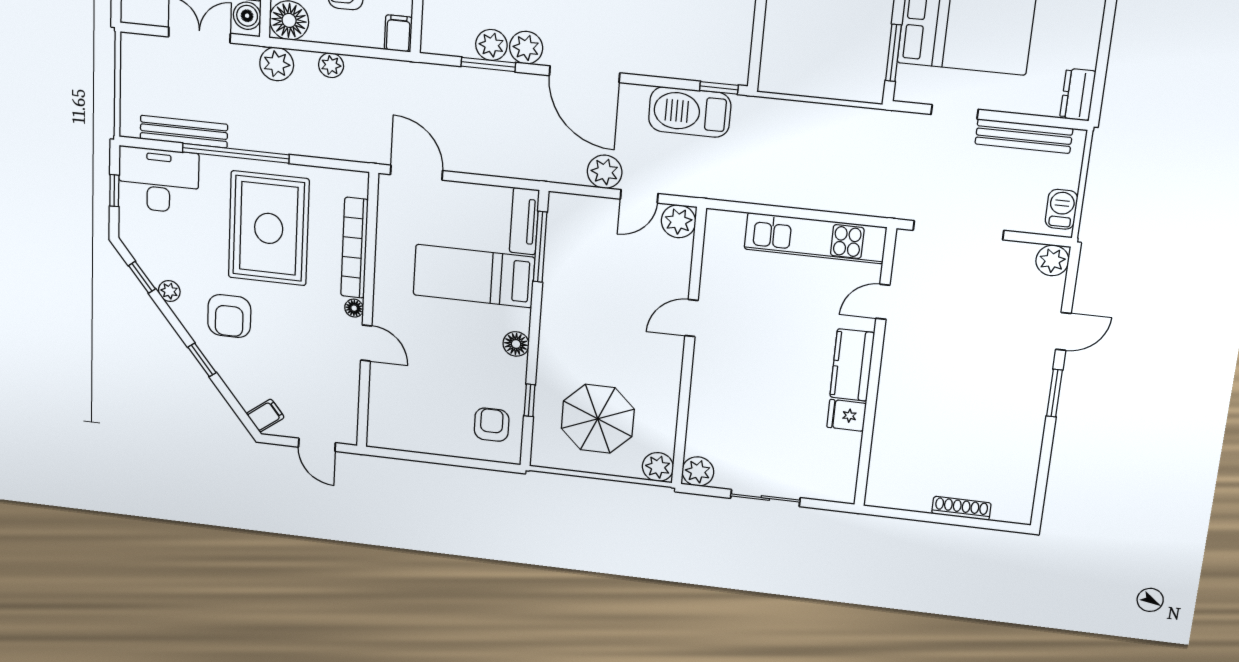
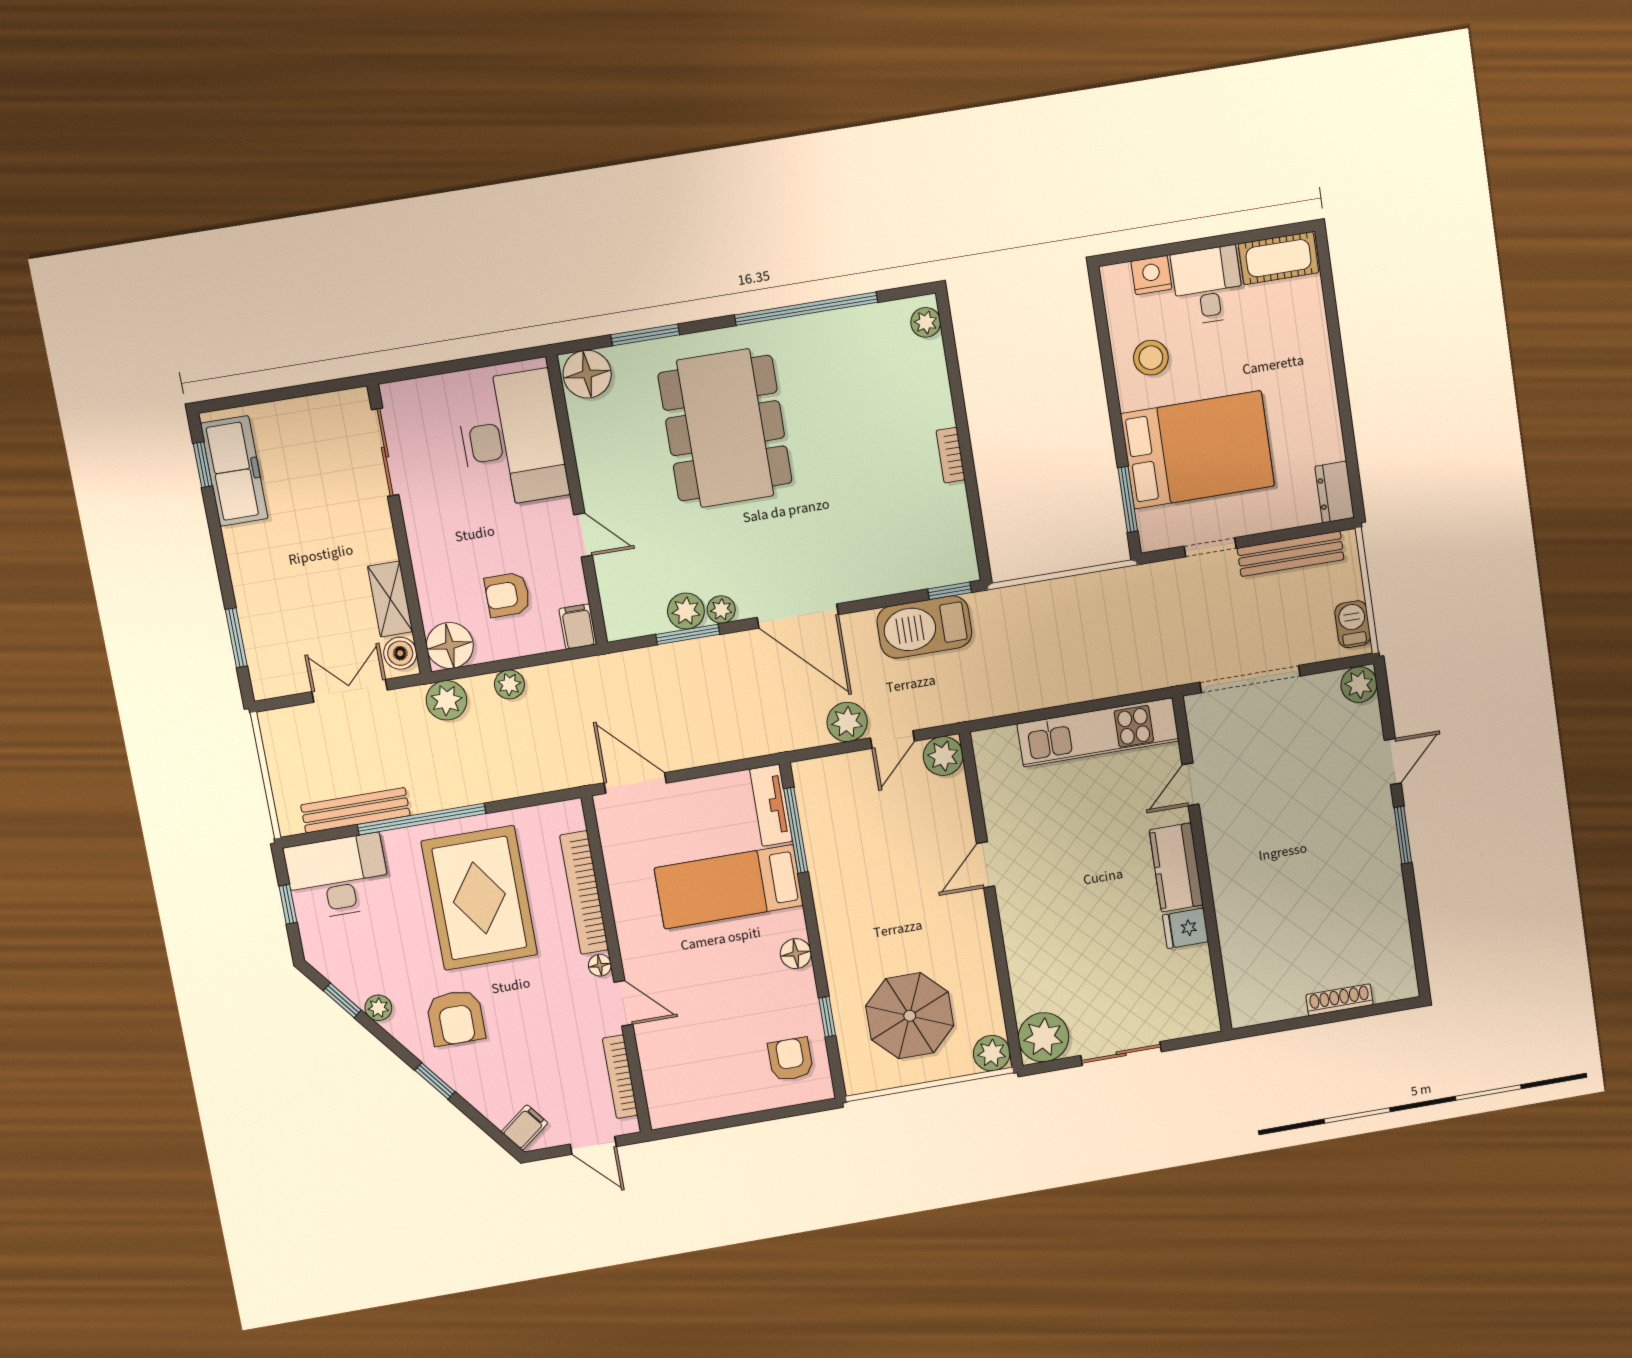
plant: (526, 48) -> (721, 609), width x0.73, depth x0.73
bookcase: (351, 399) -> (620, 1077), added
plant: (698, 471) -> (1043, 1037), width x1.36, depth x1.36

